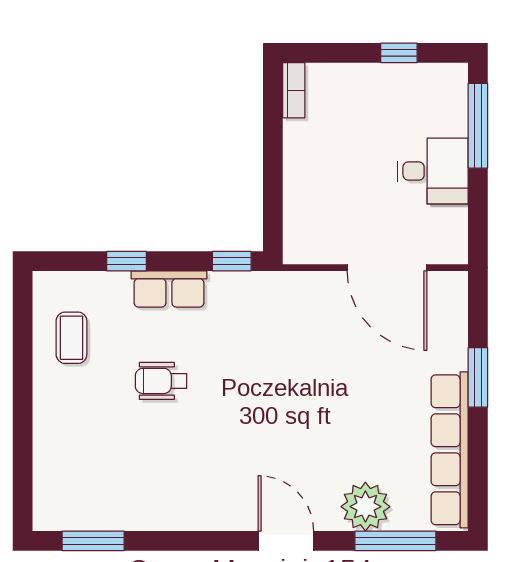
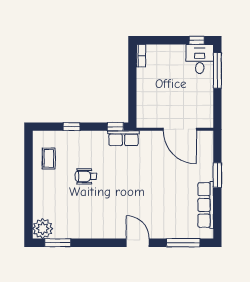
window: (399, 53) -> (197, 40), moved
desk: (433, 171) -> (200, 59), moved, turned -90
row of seats: (169, 289) -> (123, 138), moved
row of seats: (450, 450) -> (206, 205), width x0.73
plant: (365, 507) -> (43, 228), moved

